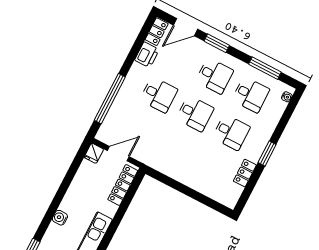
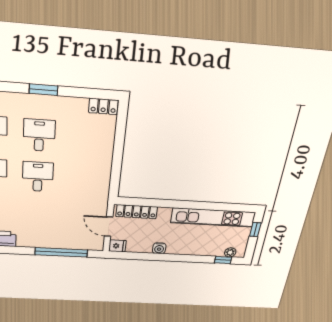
desk: (159, 95) -> (36, 215), removed
locker: (245, 173) -> (103, 106), moved
water cooler: (60, 218) -> (159, 248), moved

